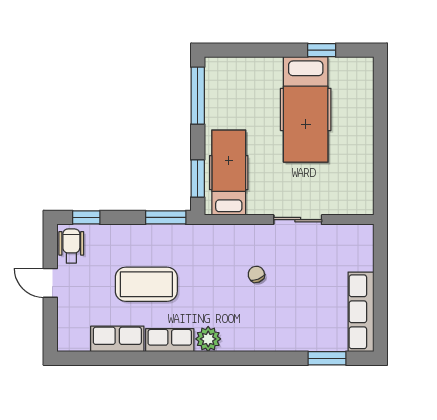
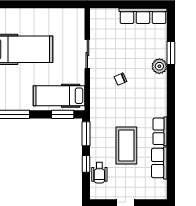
window: (86, 217) -> (86, 164), moved
wheelchair: (71, 246) -> (99, 173), moved, turned -90
plant: (208, 339) -> (159, 66), moved
window: (327, 358) -> (171, 53), moved

